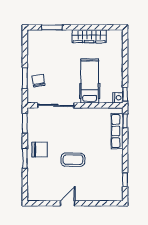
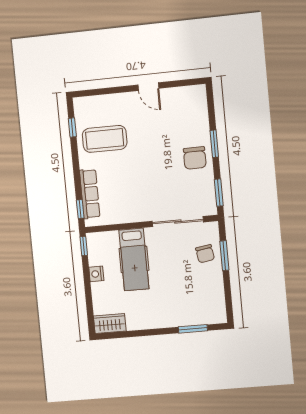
wardrobe: (89, 36) -> (110, 324), moved, width x0.67
nightstand: (118, 98) -> (96, 274), moved
chair: (40, 149) -> (195, 158), turned -90
coffee table: (73, 160) -> (105, 139), moved, width x1.36, depth x1.32
door: (68, 203) -> (148, 87), hinge flipped

